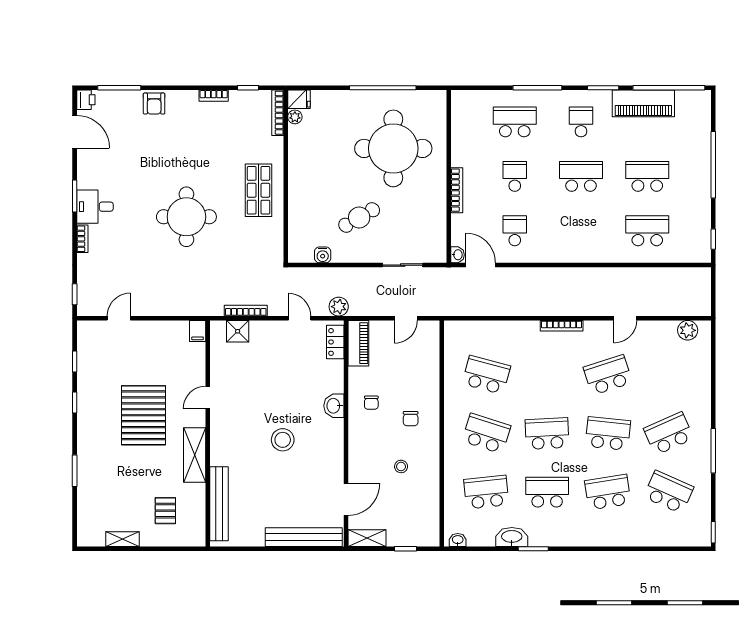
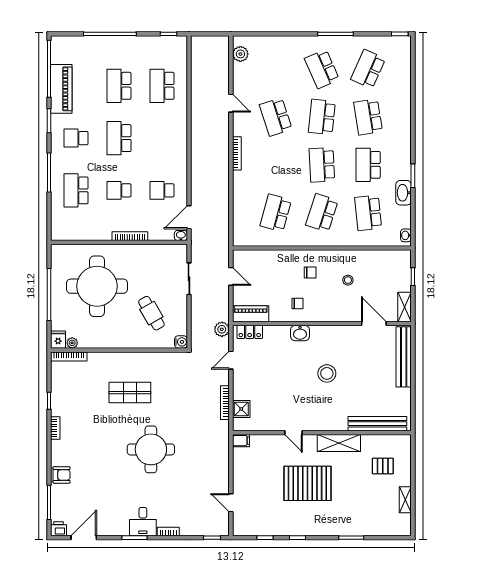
fridge: (299, 99) -> (58, 340), moved
bookcase: (278, 113) -> (69, 356), moved
plant: (295, 117) -> (72, 343), moved
wall: (286, 176) -> (119, 350), moved

